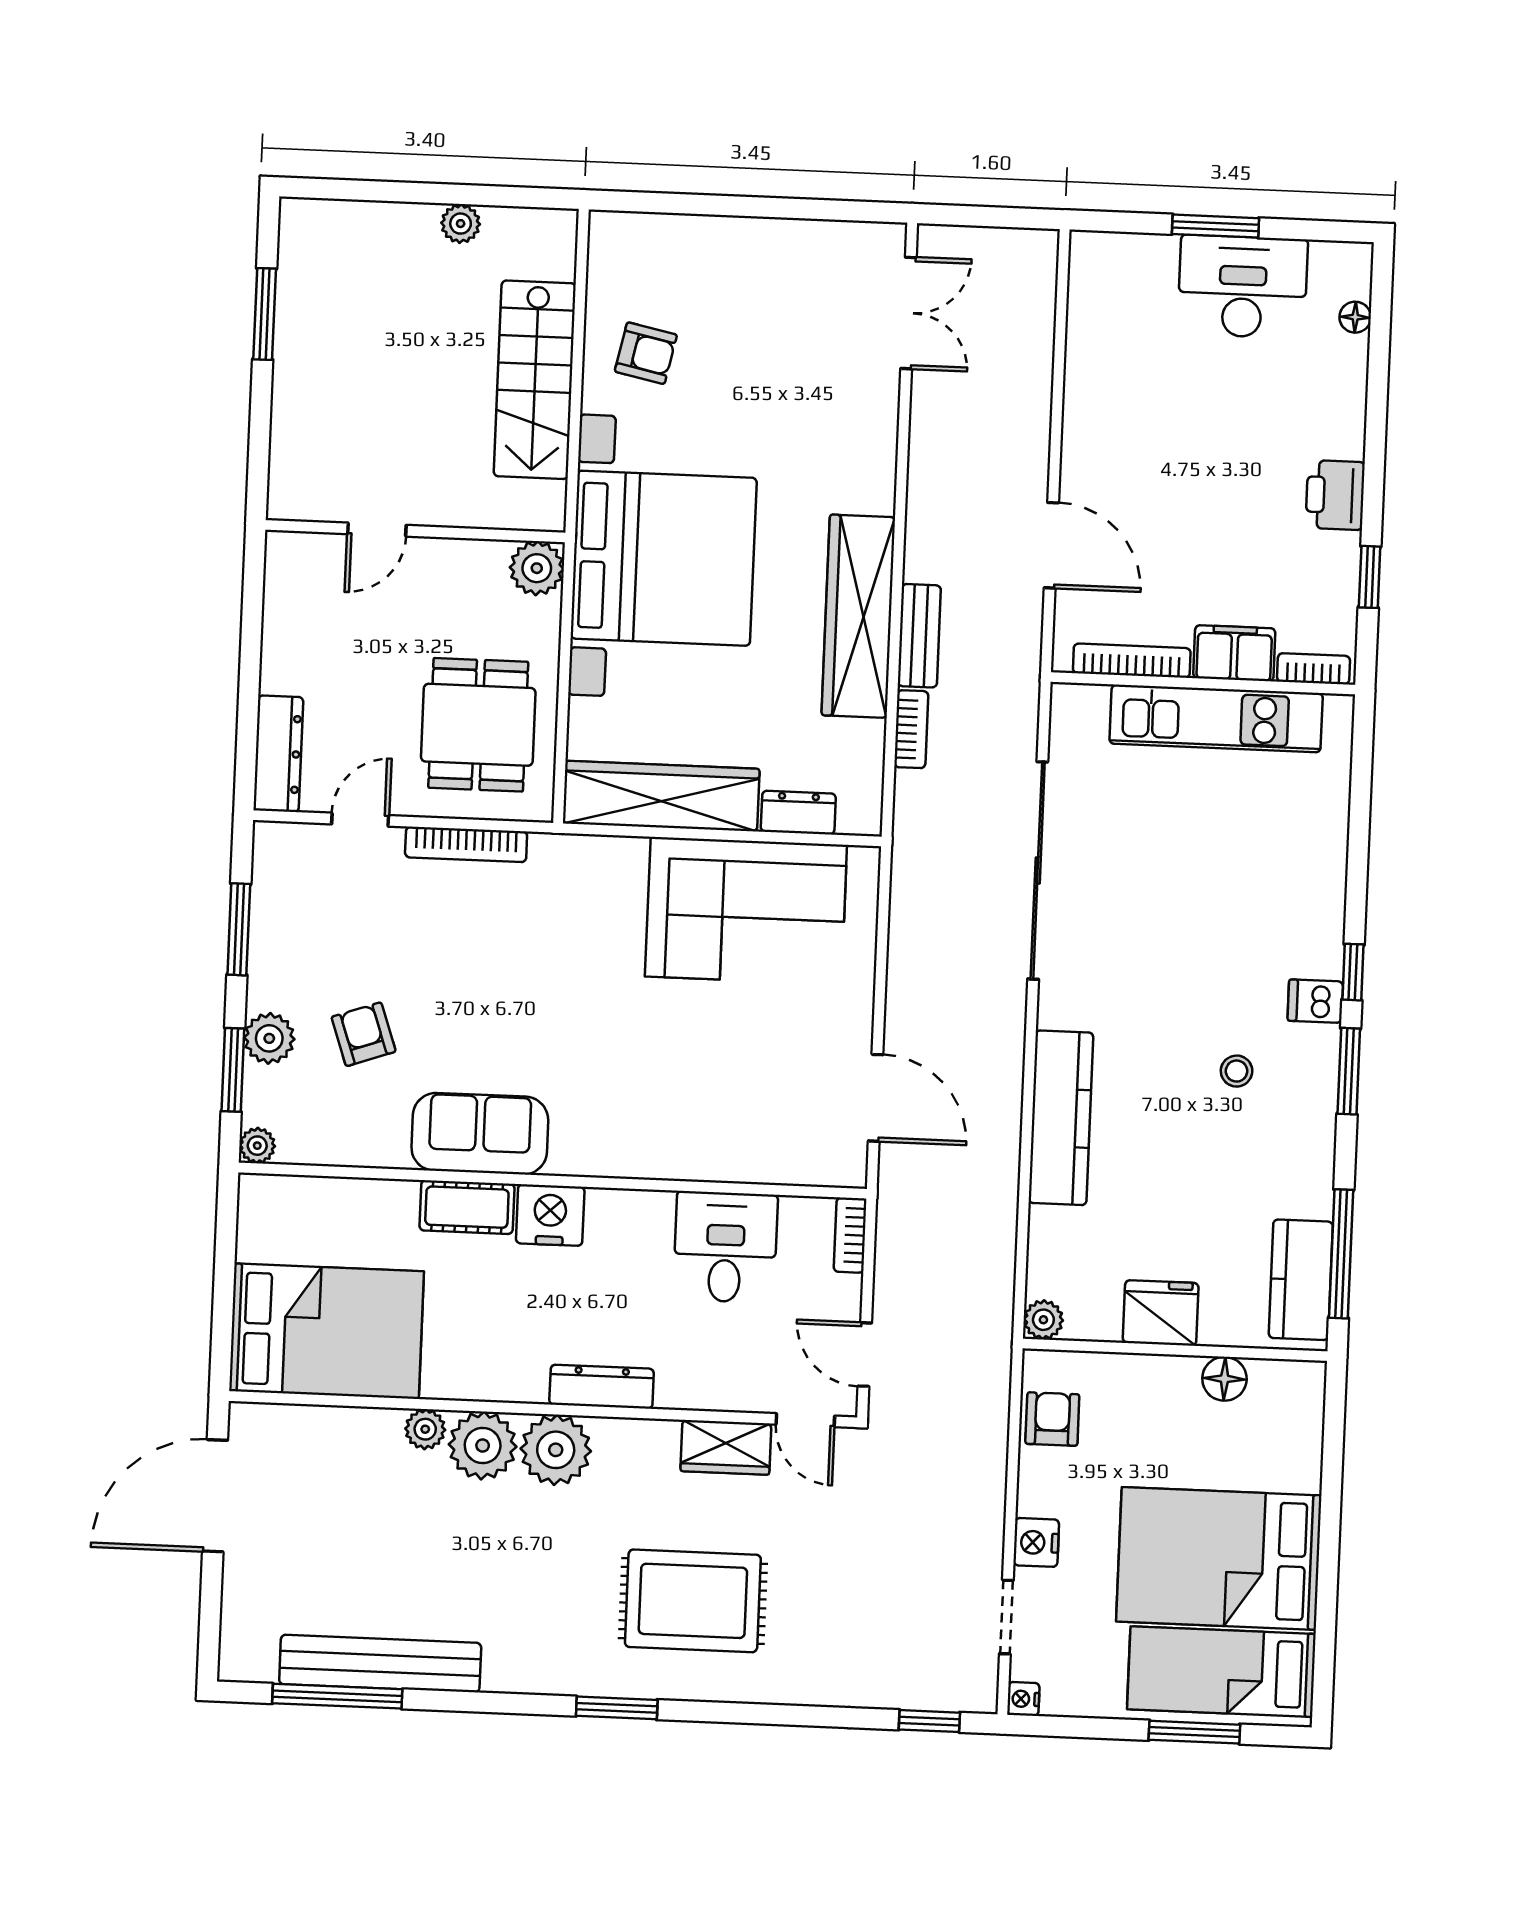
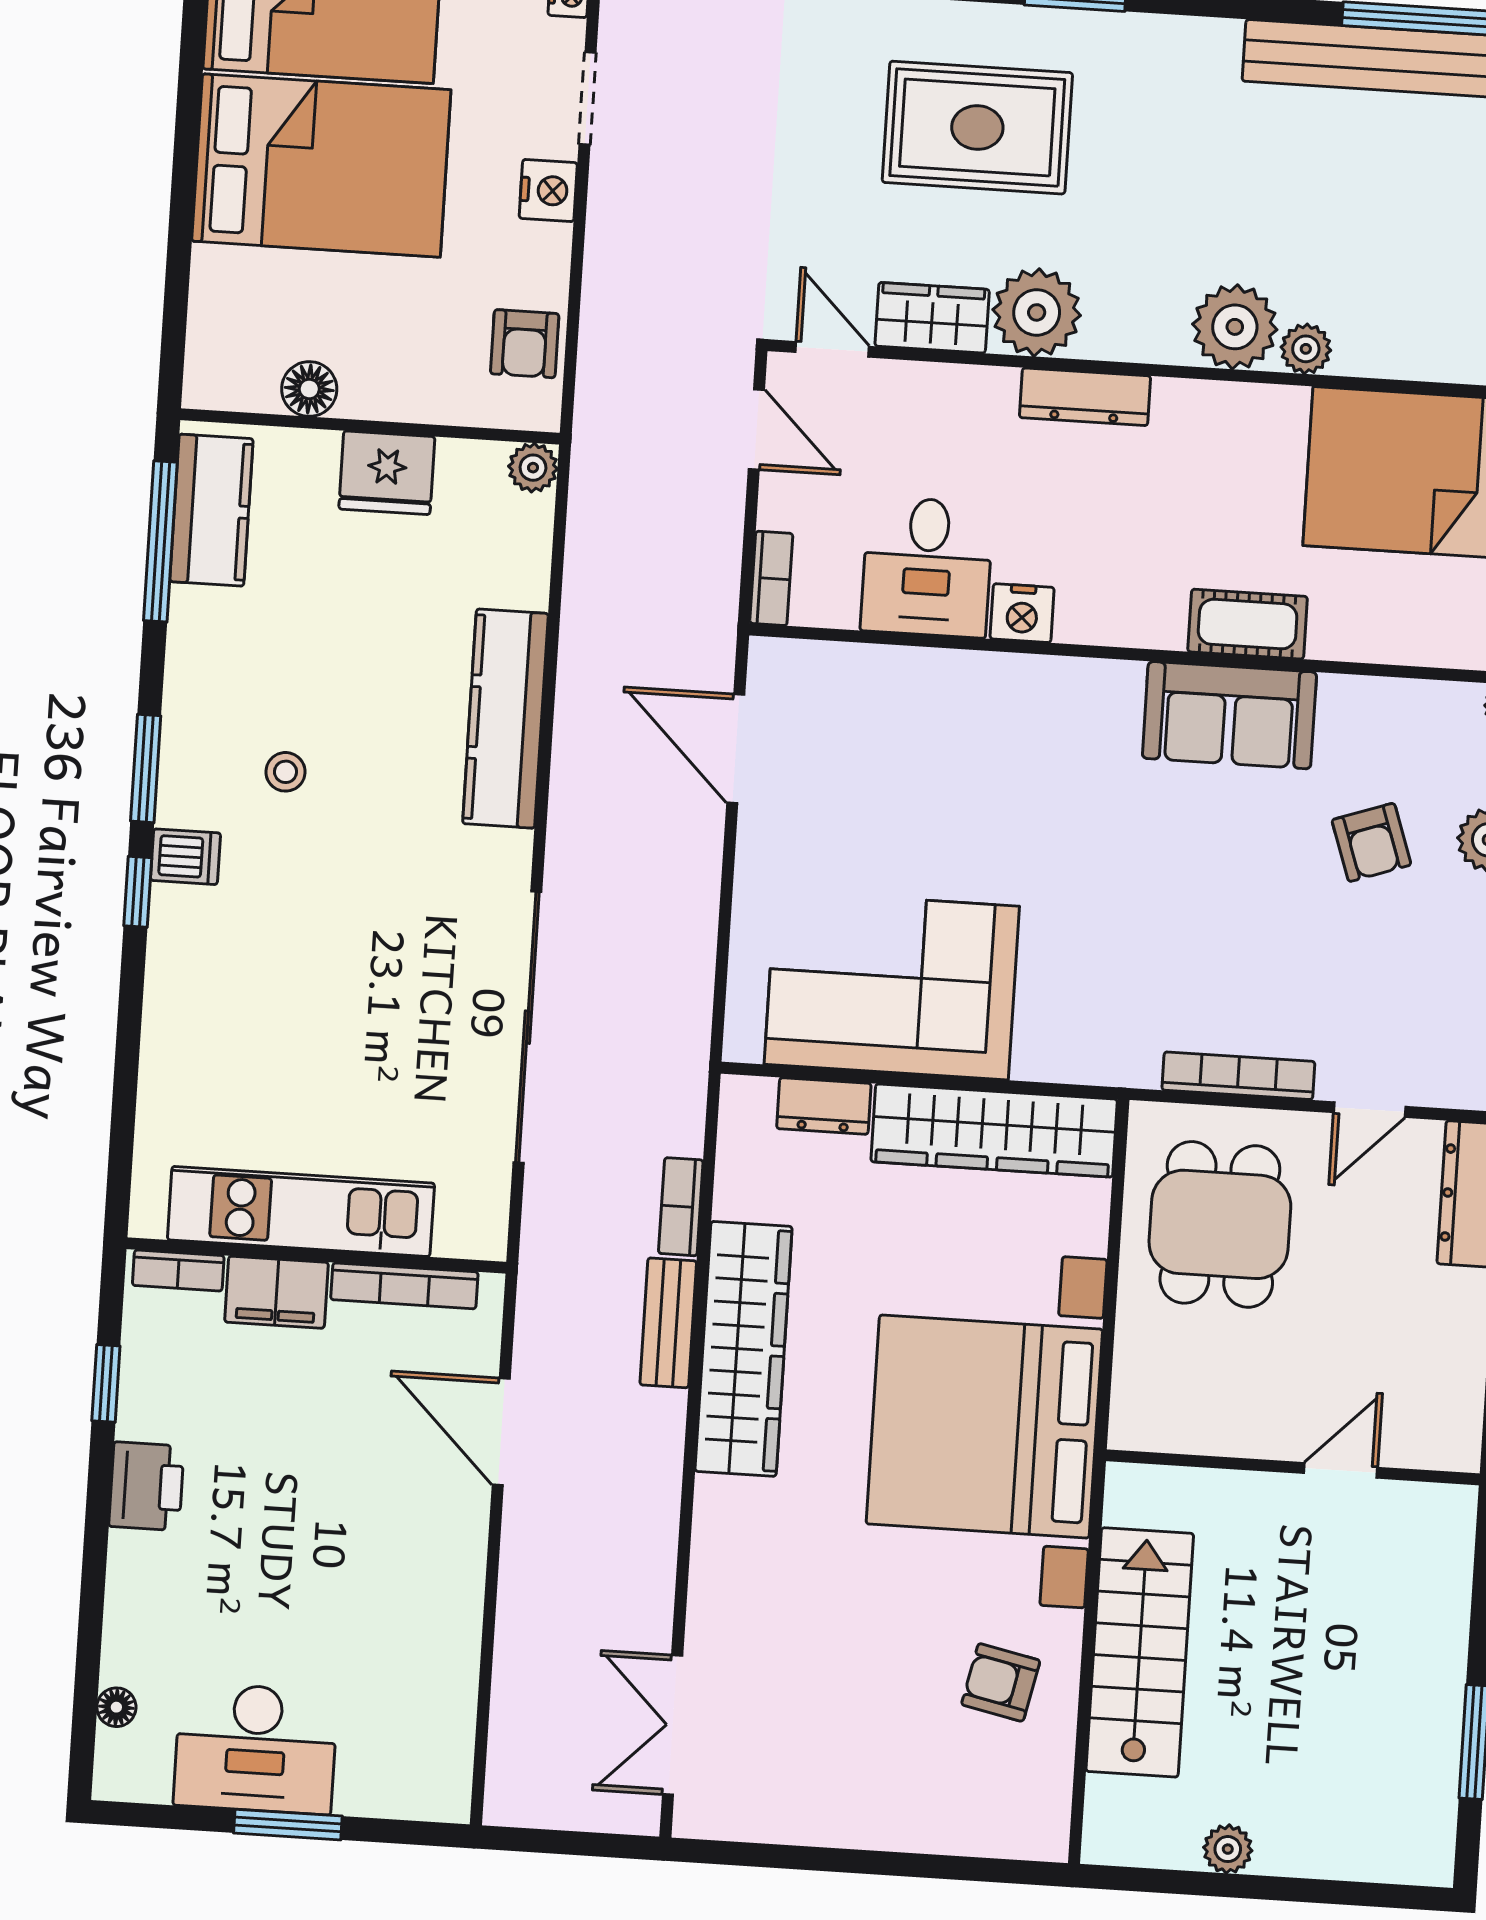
plant: (537, 568) -> (1143, 1418), removed
nightstand: (550, 1215) -> (1022, 613), moved, width x0.74, depth x0.75
plant: (556, 1450) -> (1037, 312), moved

